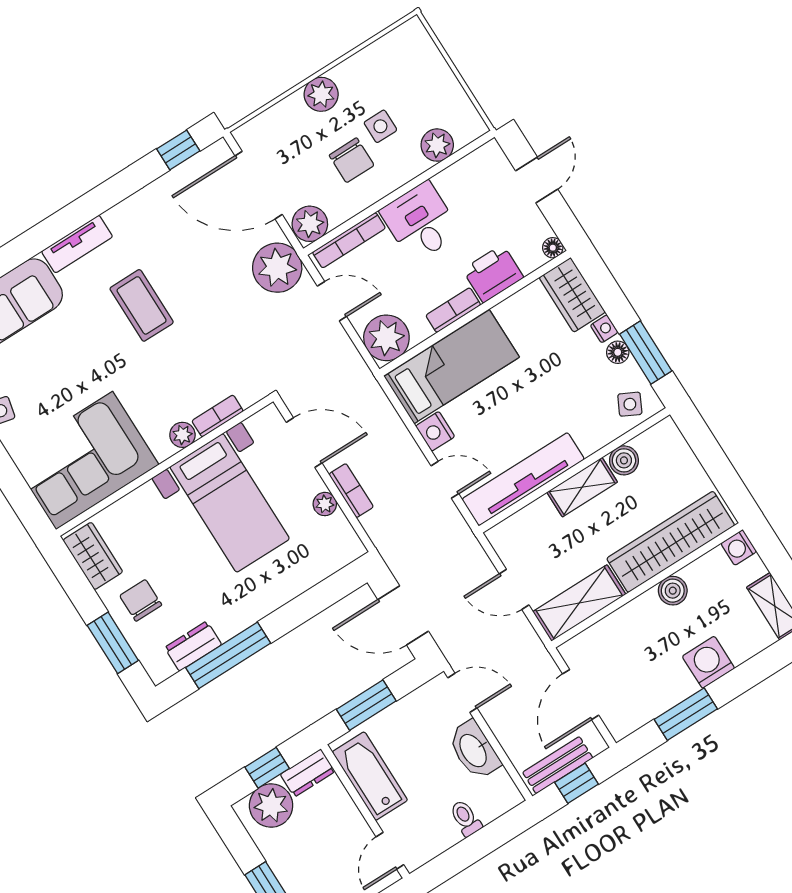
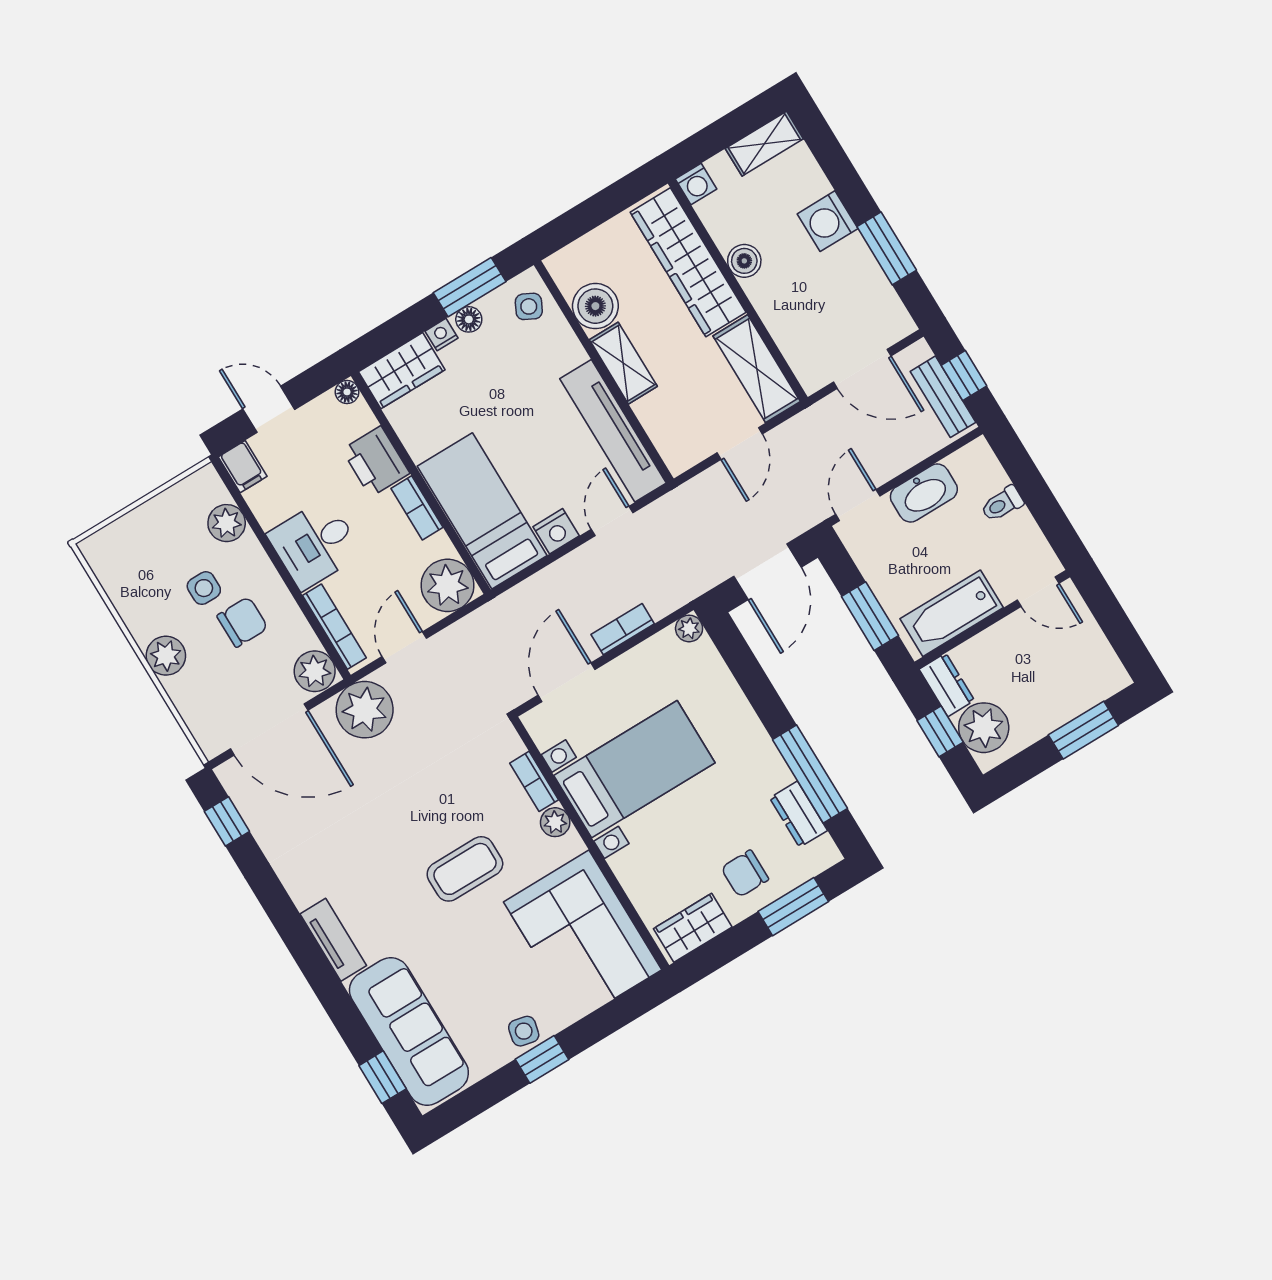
filing cabinet: (486, 158) -> (243, 467), added
door: (259, 185) -> (269, 729), hinge flipped
coffee table: (142, 305) -> (465, 869), moved
boiler: (624, 460) -> (595, 306), width x1.36, depth x1.36
plant: (325, 504) -> (689, 628), moved

